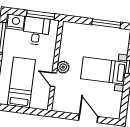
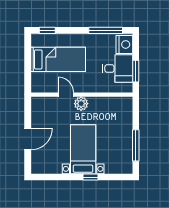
window: (41, 15) -> (136, 71), width x0.69
door: (53, 80) -> (66, 95), hinge flipped

